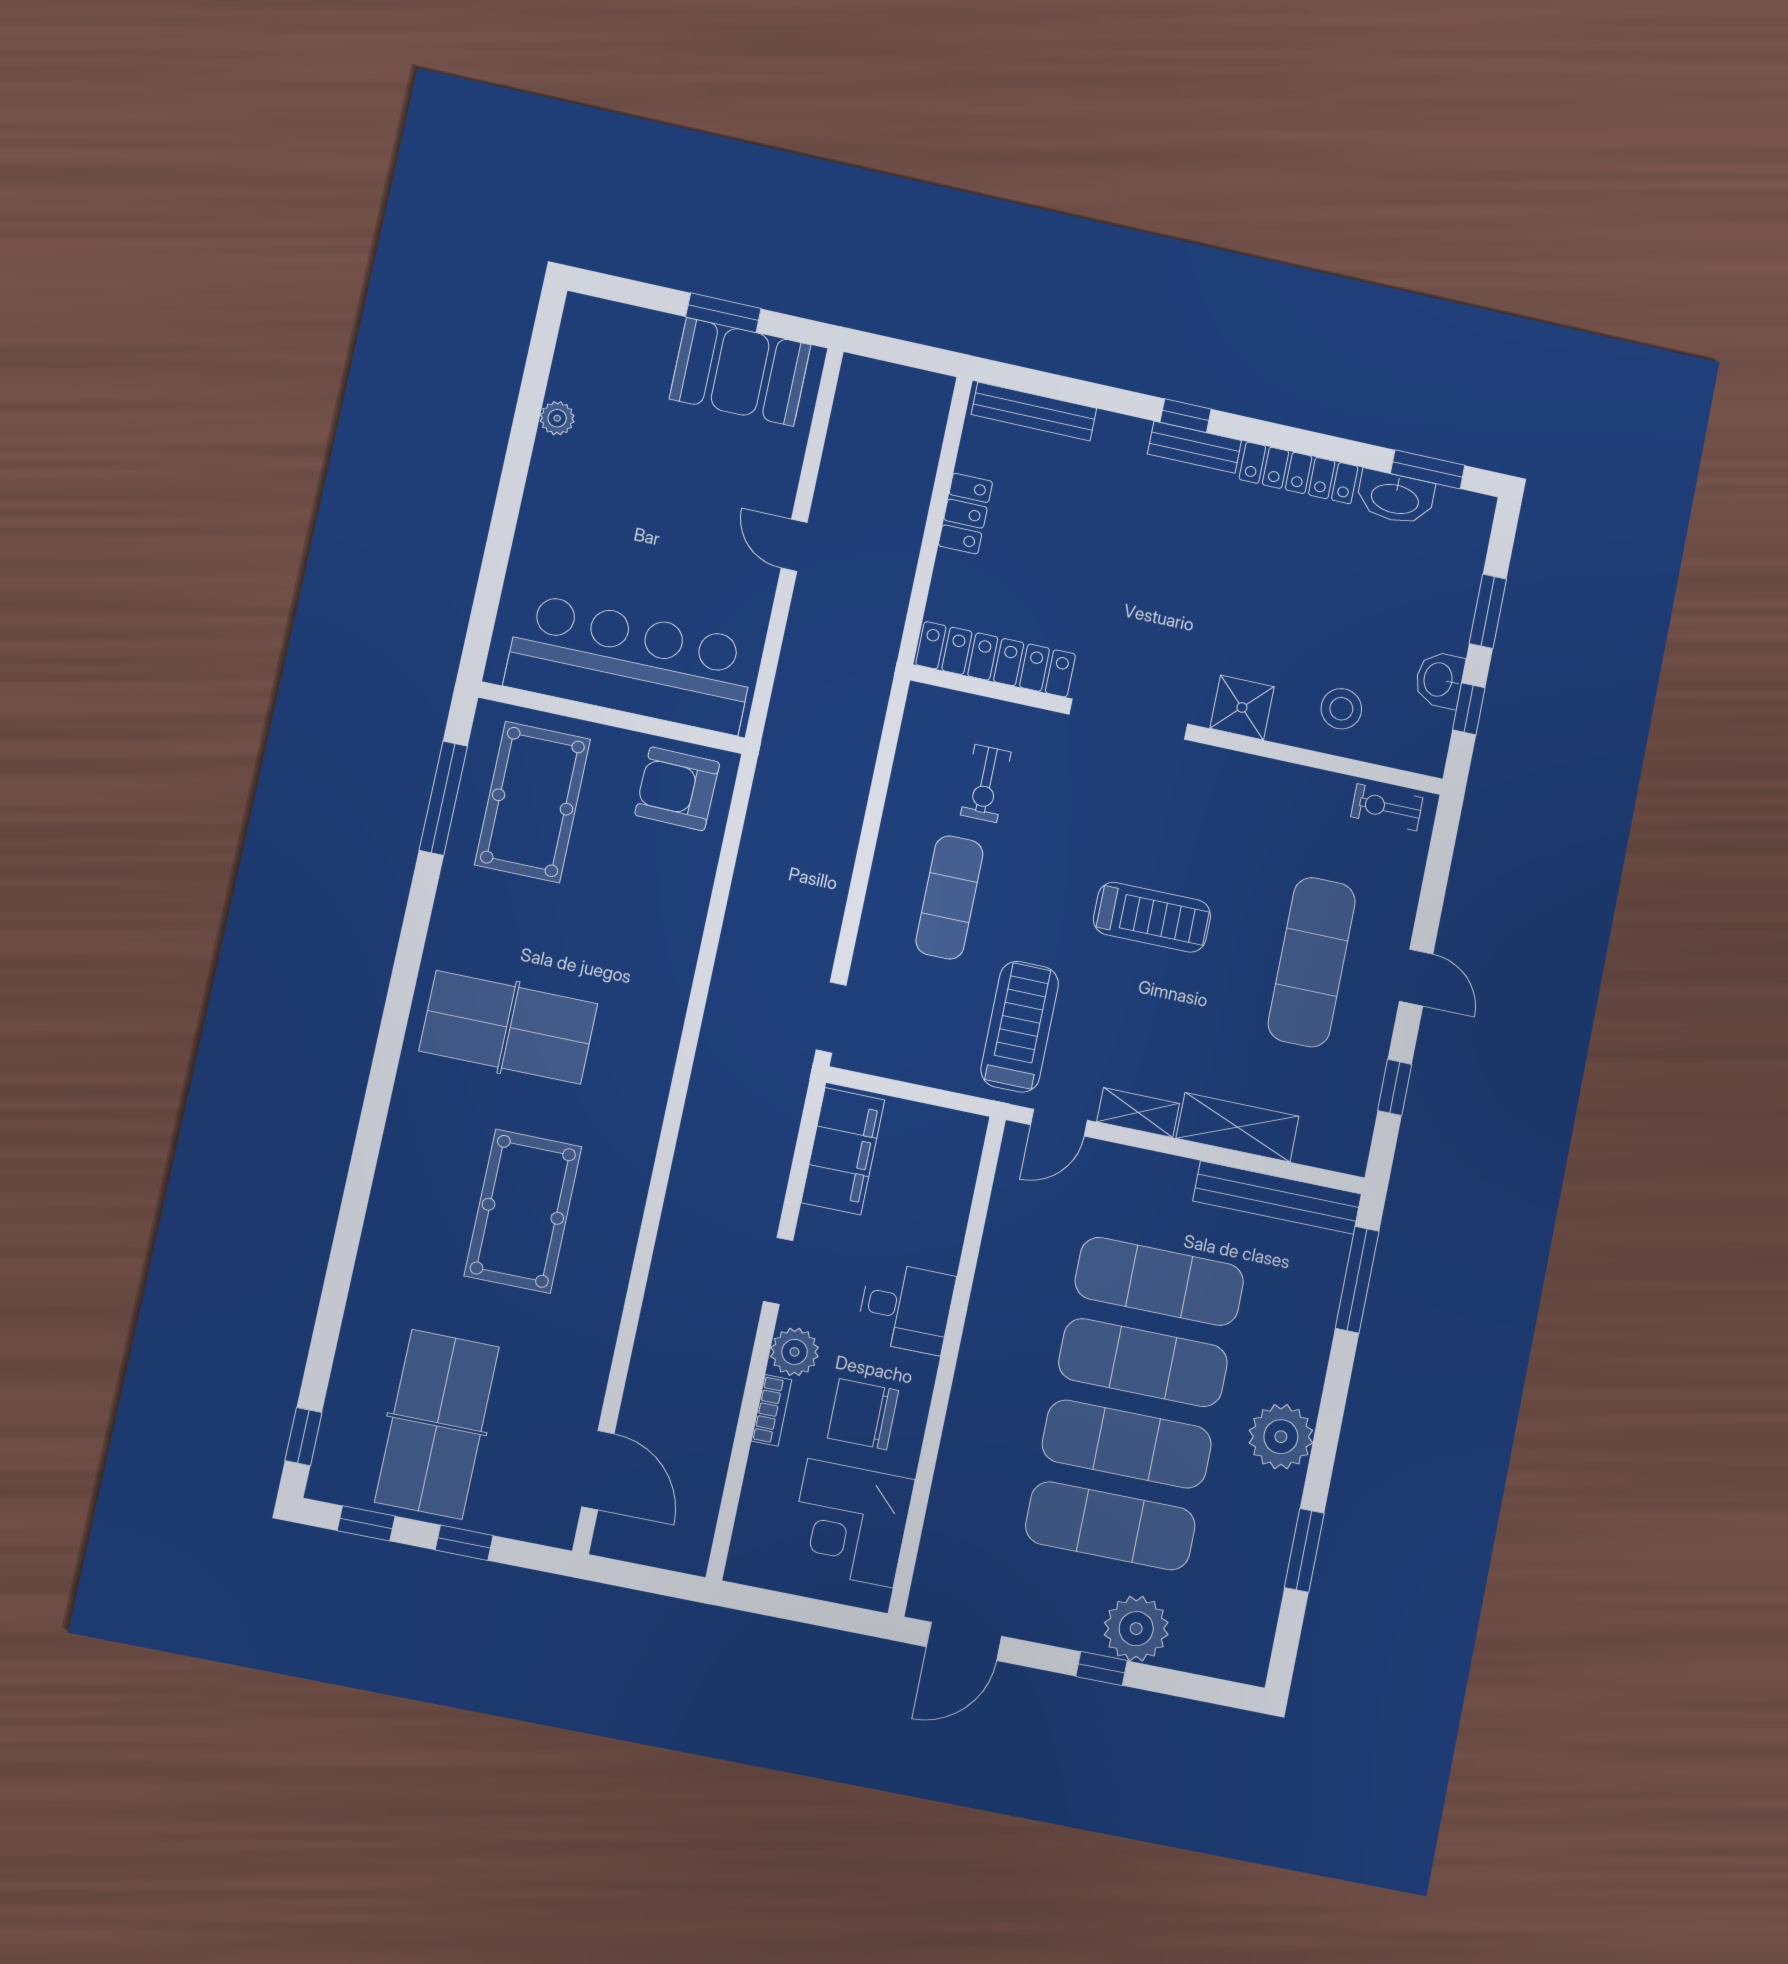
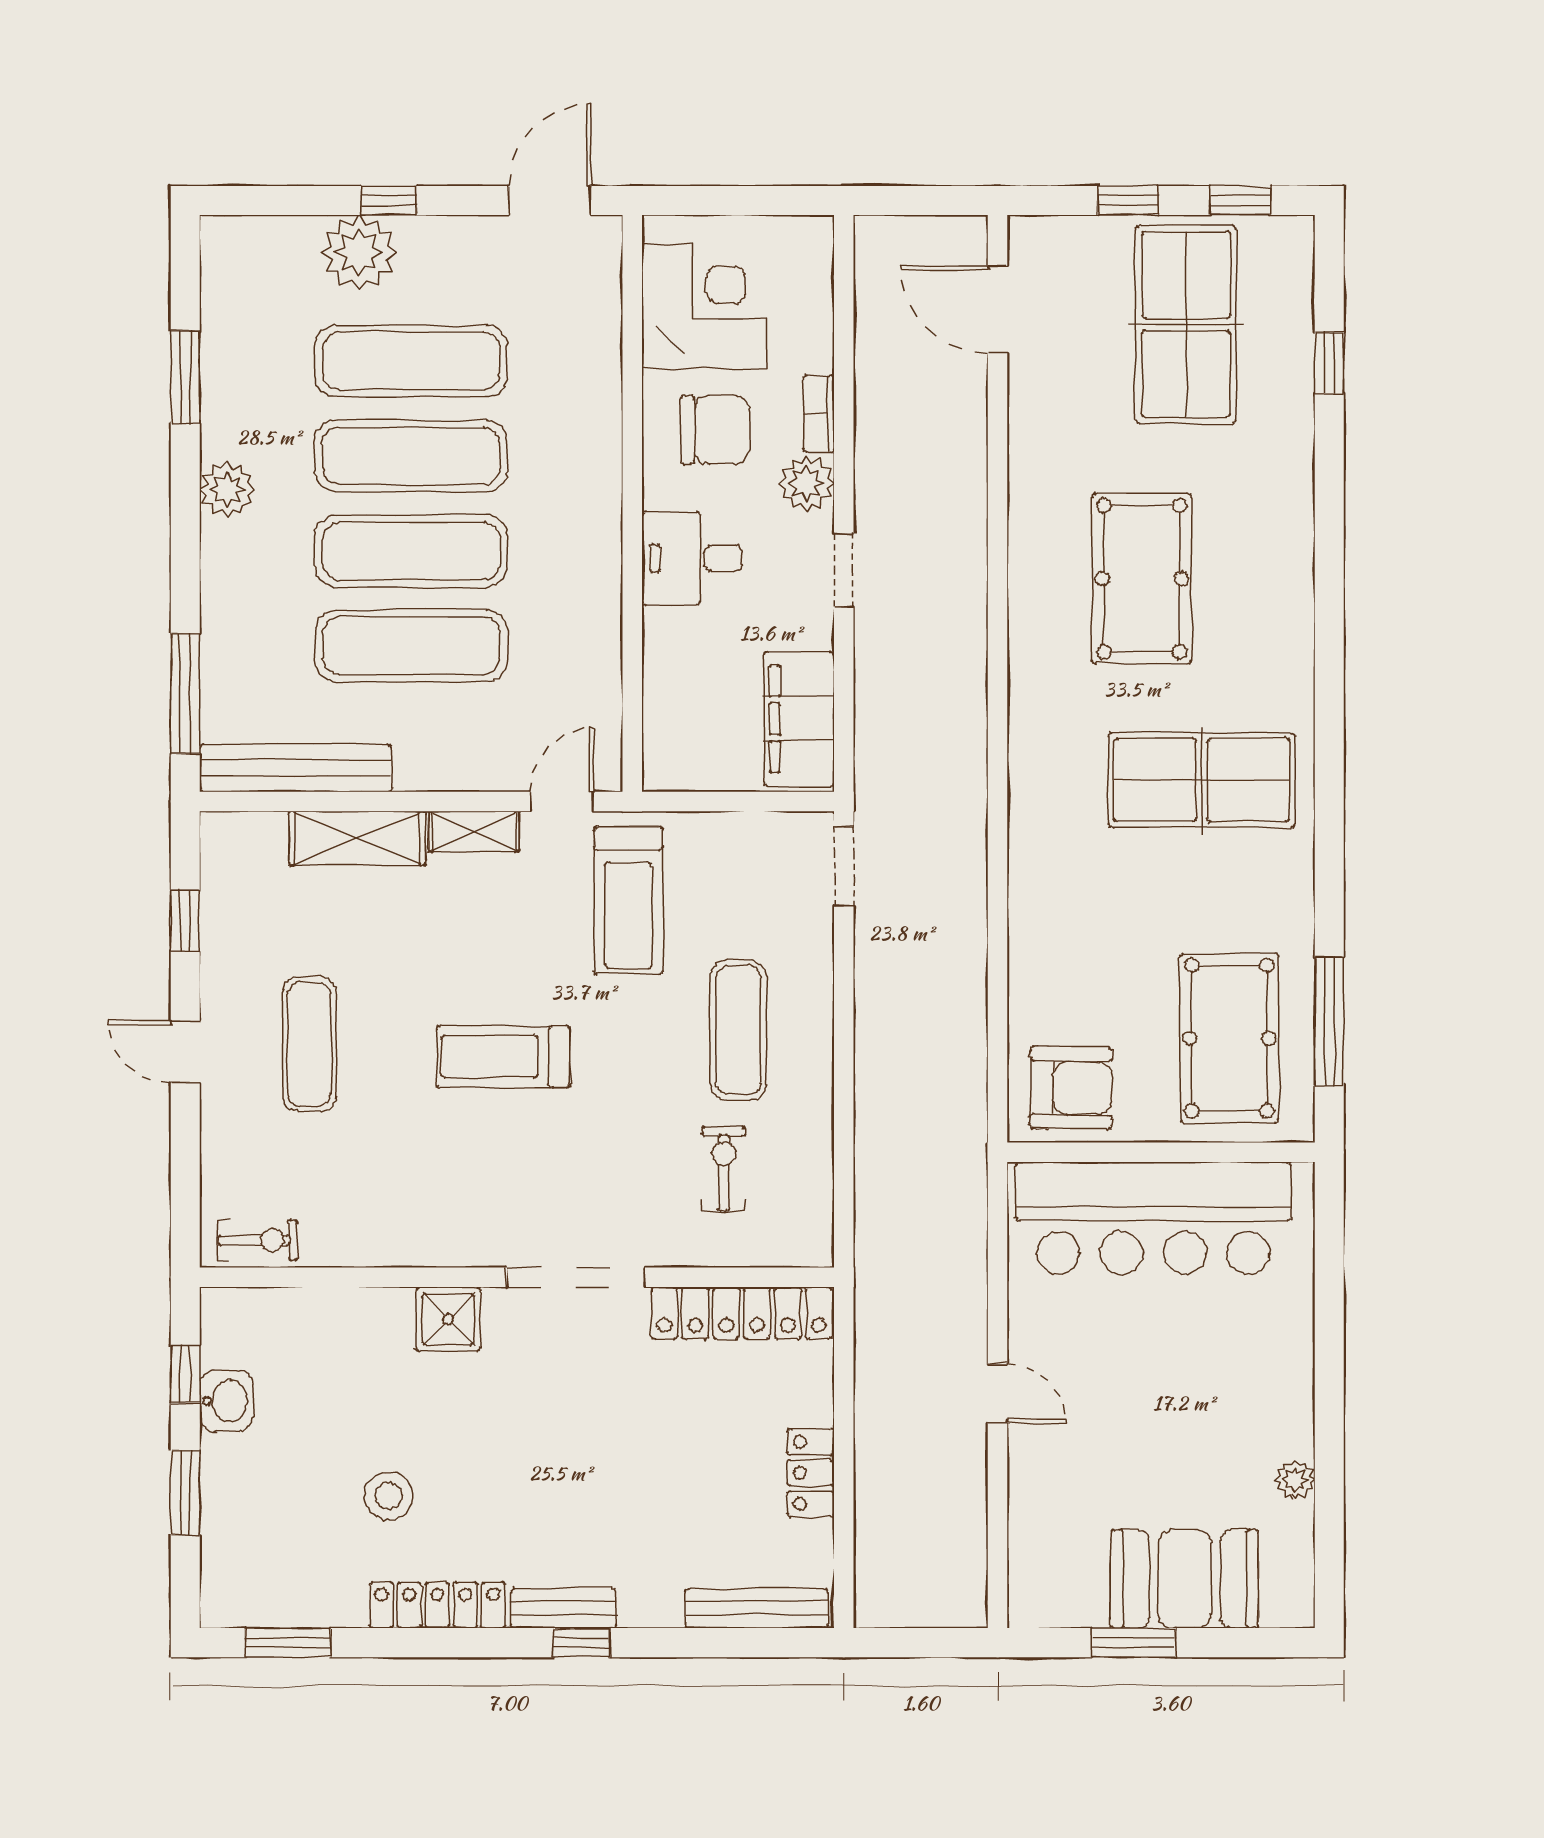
booth: (740, 372) -> (1185, 1579), moved
washbasin: (1395, 498) -> (319, 1601), removed
stool: (1341, 709) -> (389, 1496), moved
exercise mat: (1312, 962) -> (309, 1044), width x0.73, depth x0.69
window: (303, 1436) -> (1329, 363), moved
plant: (1281, 1437) -> (227, 489), width x0.73, depth x0.73

